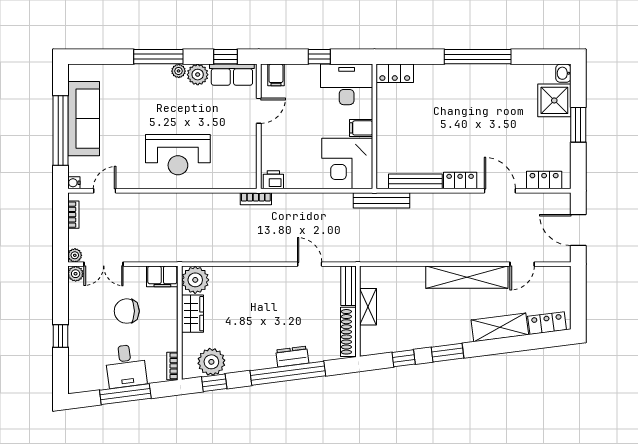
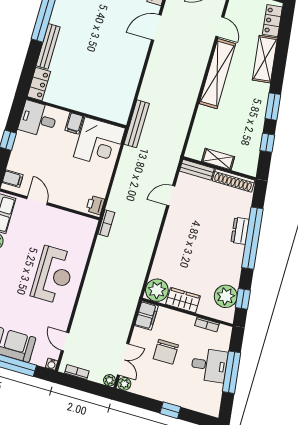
desk: (347, 84) -> (38, 119), width x0.73
bench: (415, 181) -> (48, 46), moved
locker: (460, 181) -> (139, 57), removed
bookcase: (172, 366) -> (207, 324), moved

